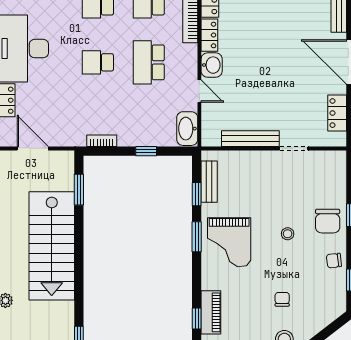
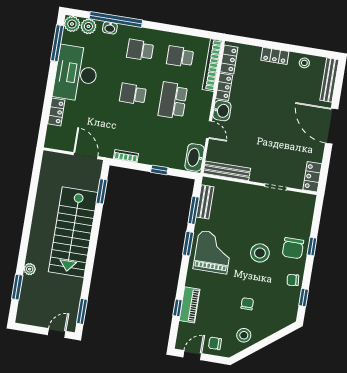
locker: (337, 113) -> (312, 177), moved
bench: (250, 139) -> (227, 171), moved
door: (33, 148) -> (86, 156), moved
window: (197, 194) -> (194, 210), width x1.50
stool: (288, 234) -> (260, 253), width x1.89, depth x1.89
grand piano: (229, 242) -> (213, 252), turned 180

